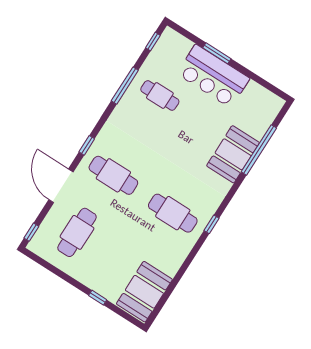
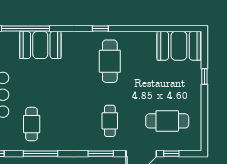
window: (87, 145) -> (101, 154), width x1.50
cafe table: (113, 175) -> (110, 121), width x0.73, depth x0.74
window: (31, 232) -> (171, 154), moved

